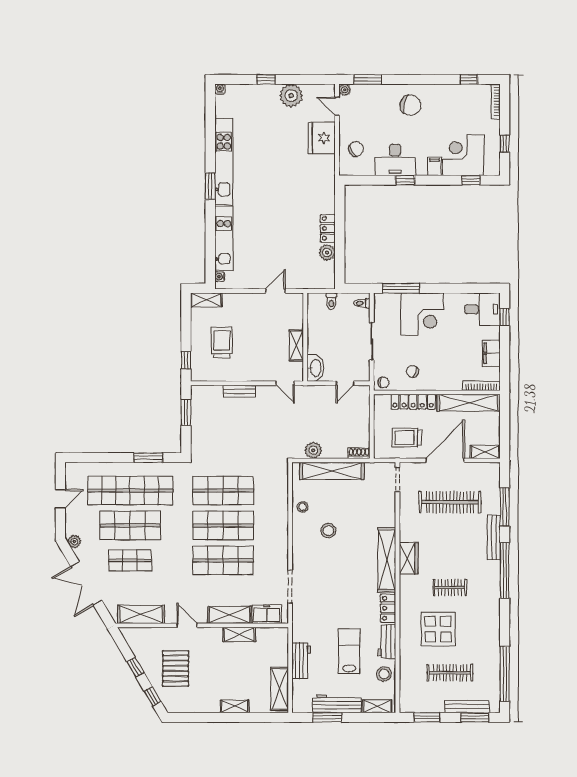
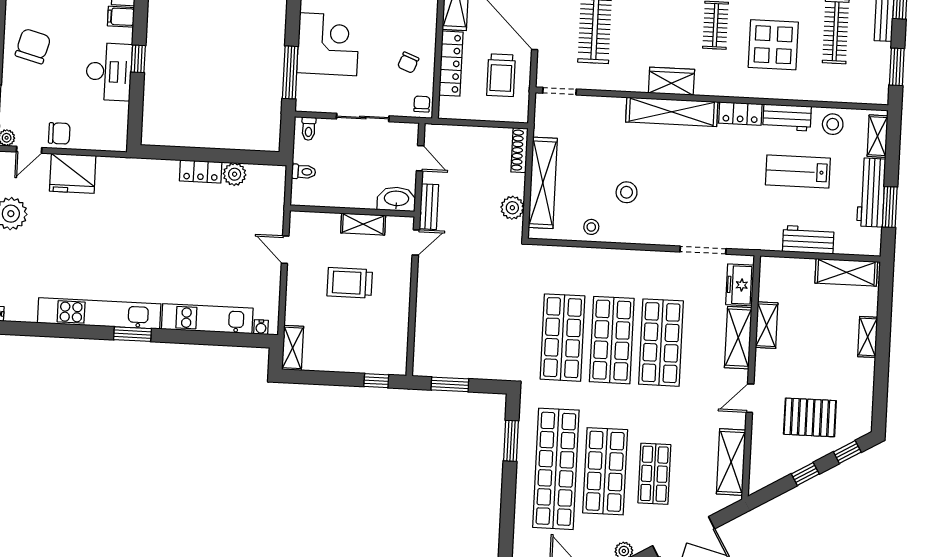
chair: (356, 149) -> (59, 133), moved, turned 122
trolley: (222, 343) -> (350, 283), moved
bench: (239, 391) -> (429, 207), moved
shoe rack: (359, 453) -> (519, 150), width x1.43

